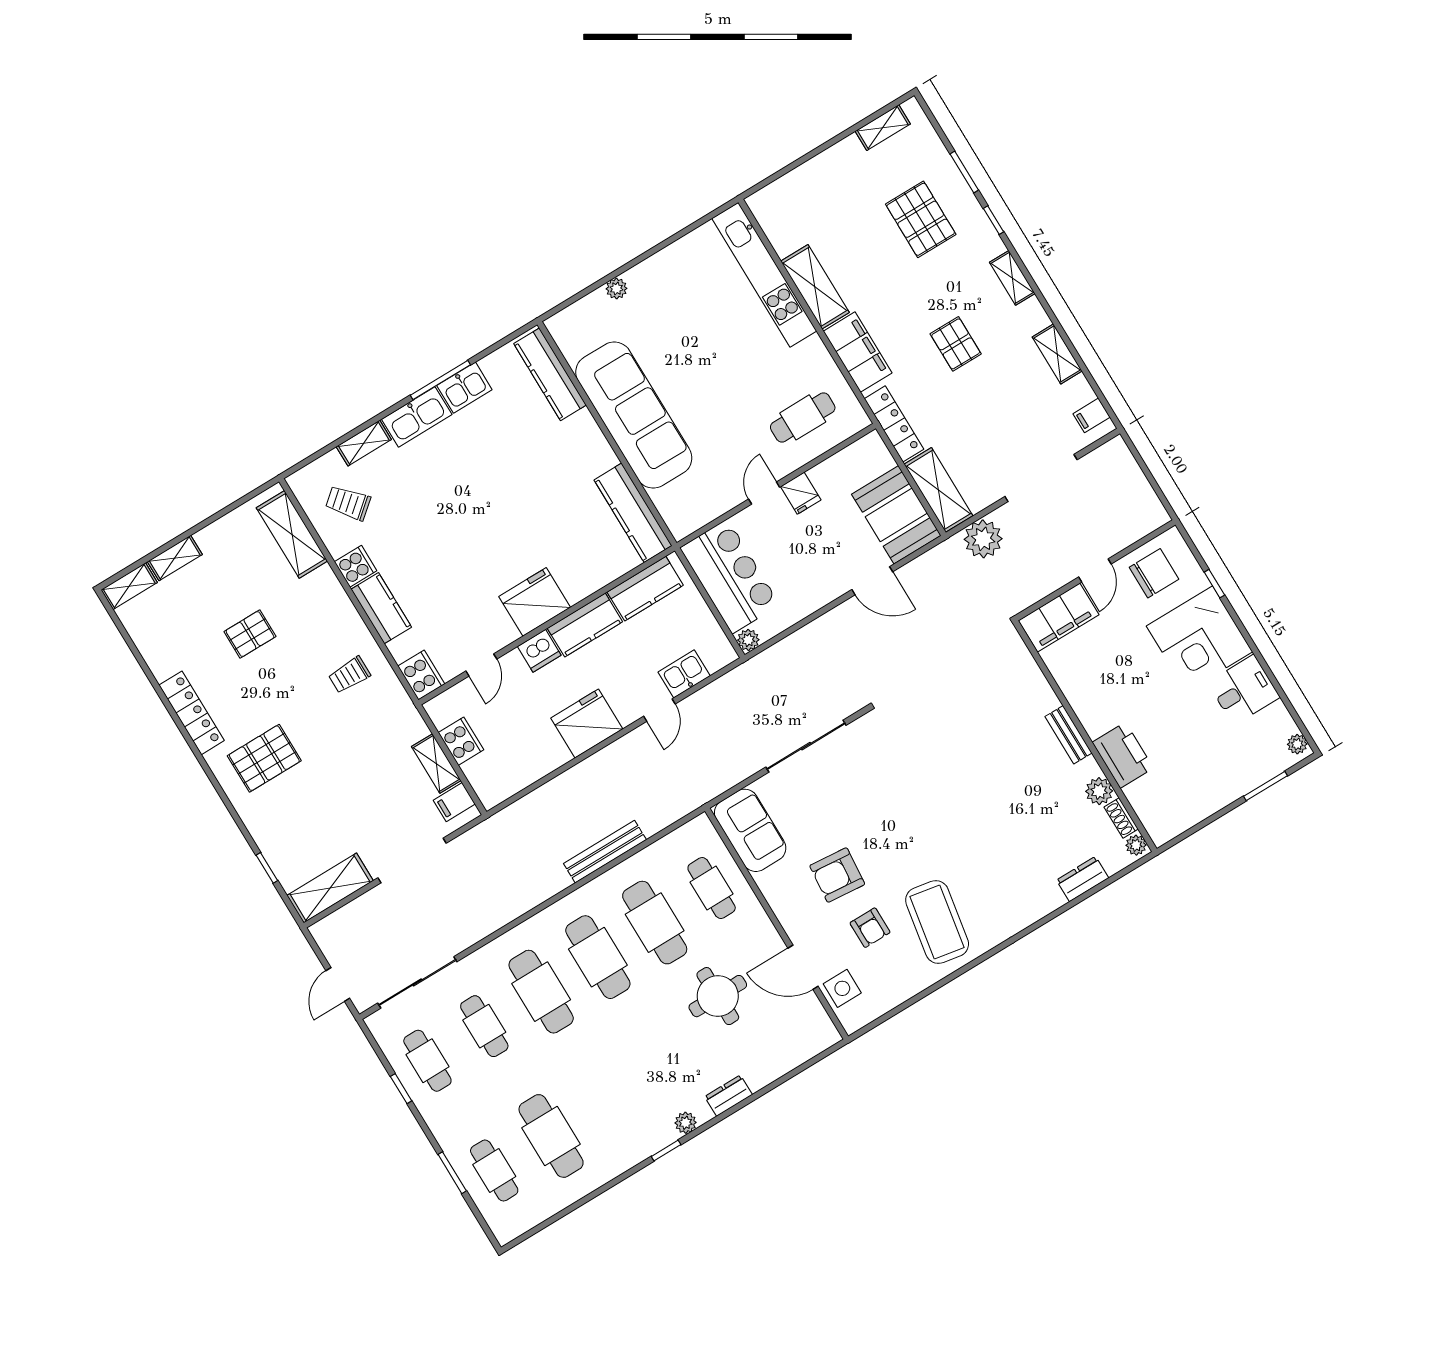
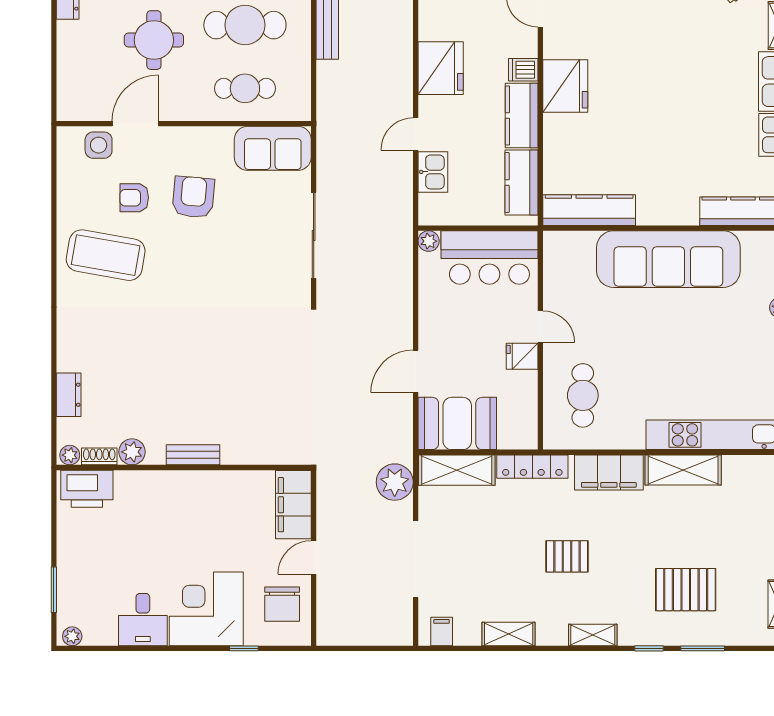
door: (1095, 571) -> (314, 557), hinge flipped
dishwasher: (539, 651) -> (523, 70), width x0.73
door: (659, 710) -> (416, 134), hinge flipped
printer: (1123, 755) -> (87, 489), moved

